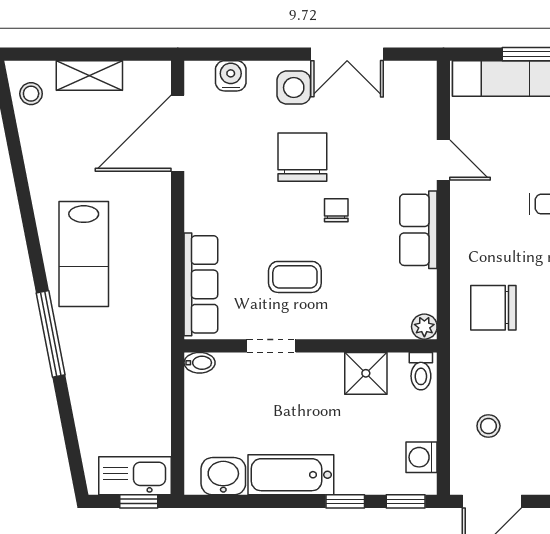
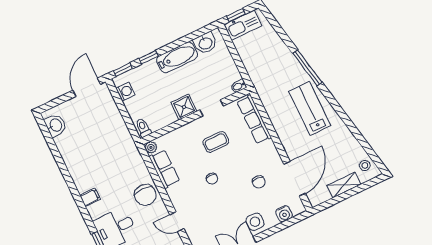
chair: (302, 157) -> (259, 182), moved, width x0.54, depth x0.54
row of seats: (418, 230) -> (164, 169), moved
chair: (493, 308) -> (145, 195), moved, turned 90
shower: (366, 373) -> (184, 107), moved
stool: (488, 426) -> (103, 118), removed

